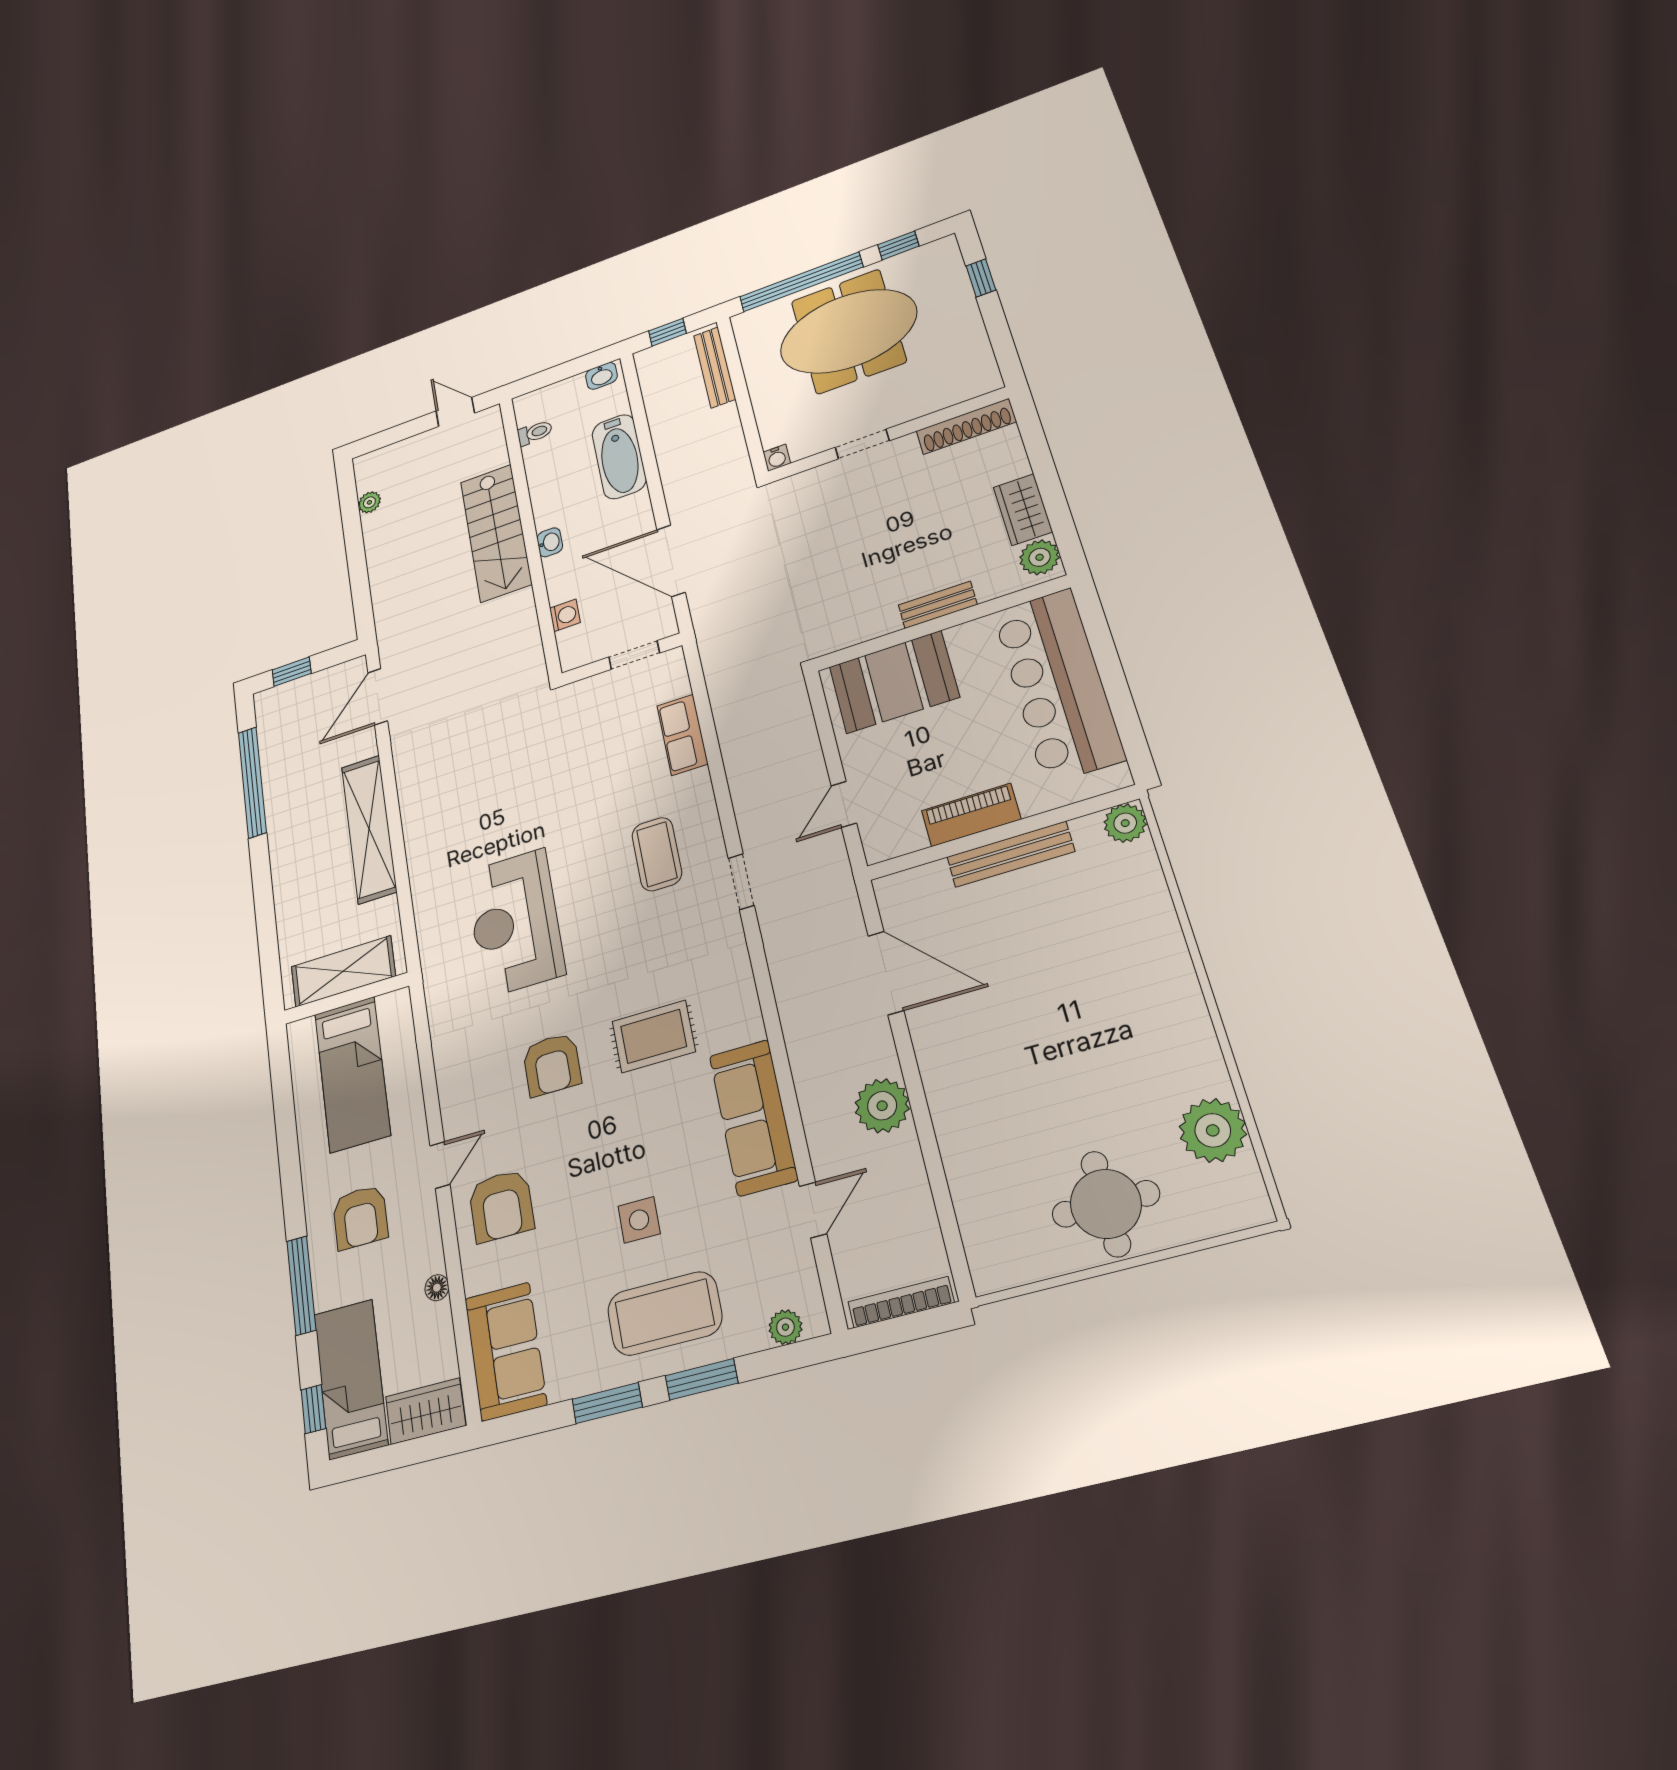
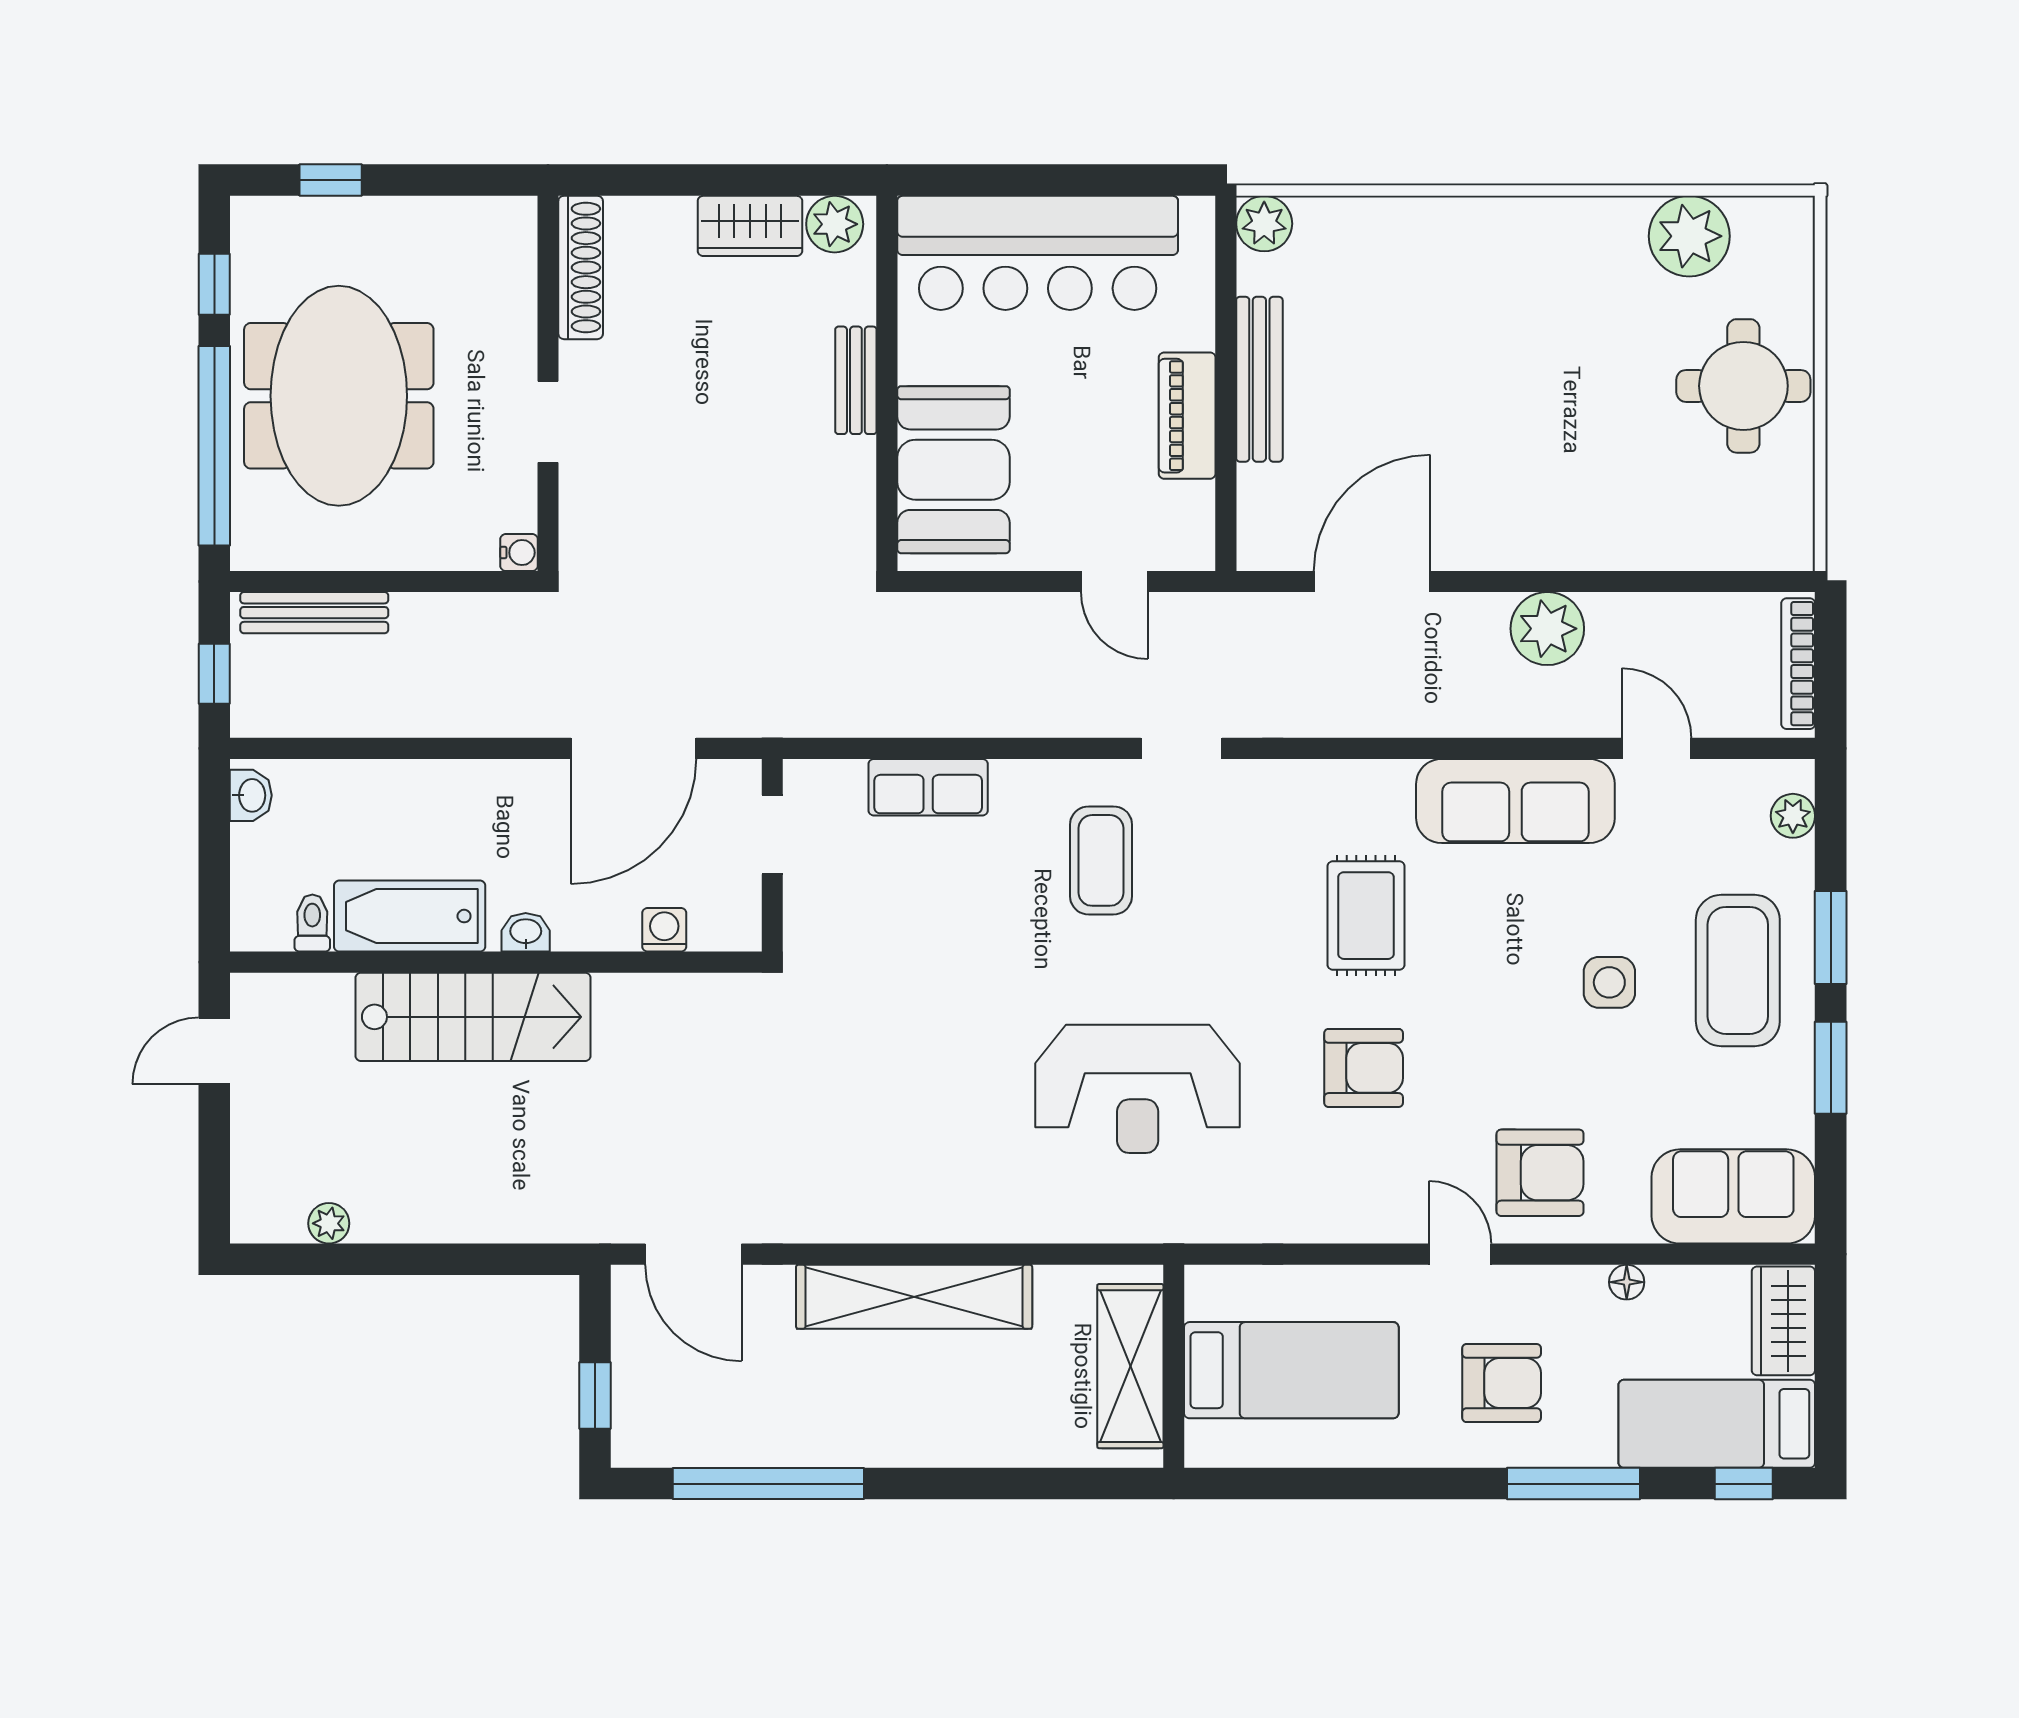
bathtub: (619, 457) -> (410, 916), moved, turned 180
coffee table: (657, 854) -> (1101, 860), turned 90

